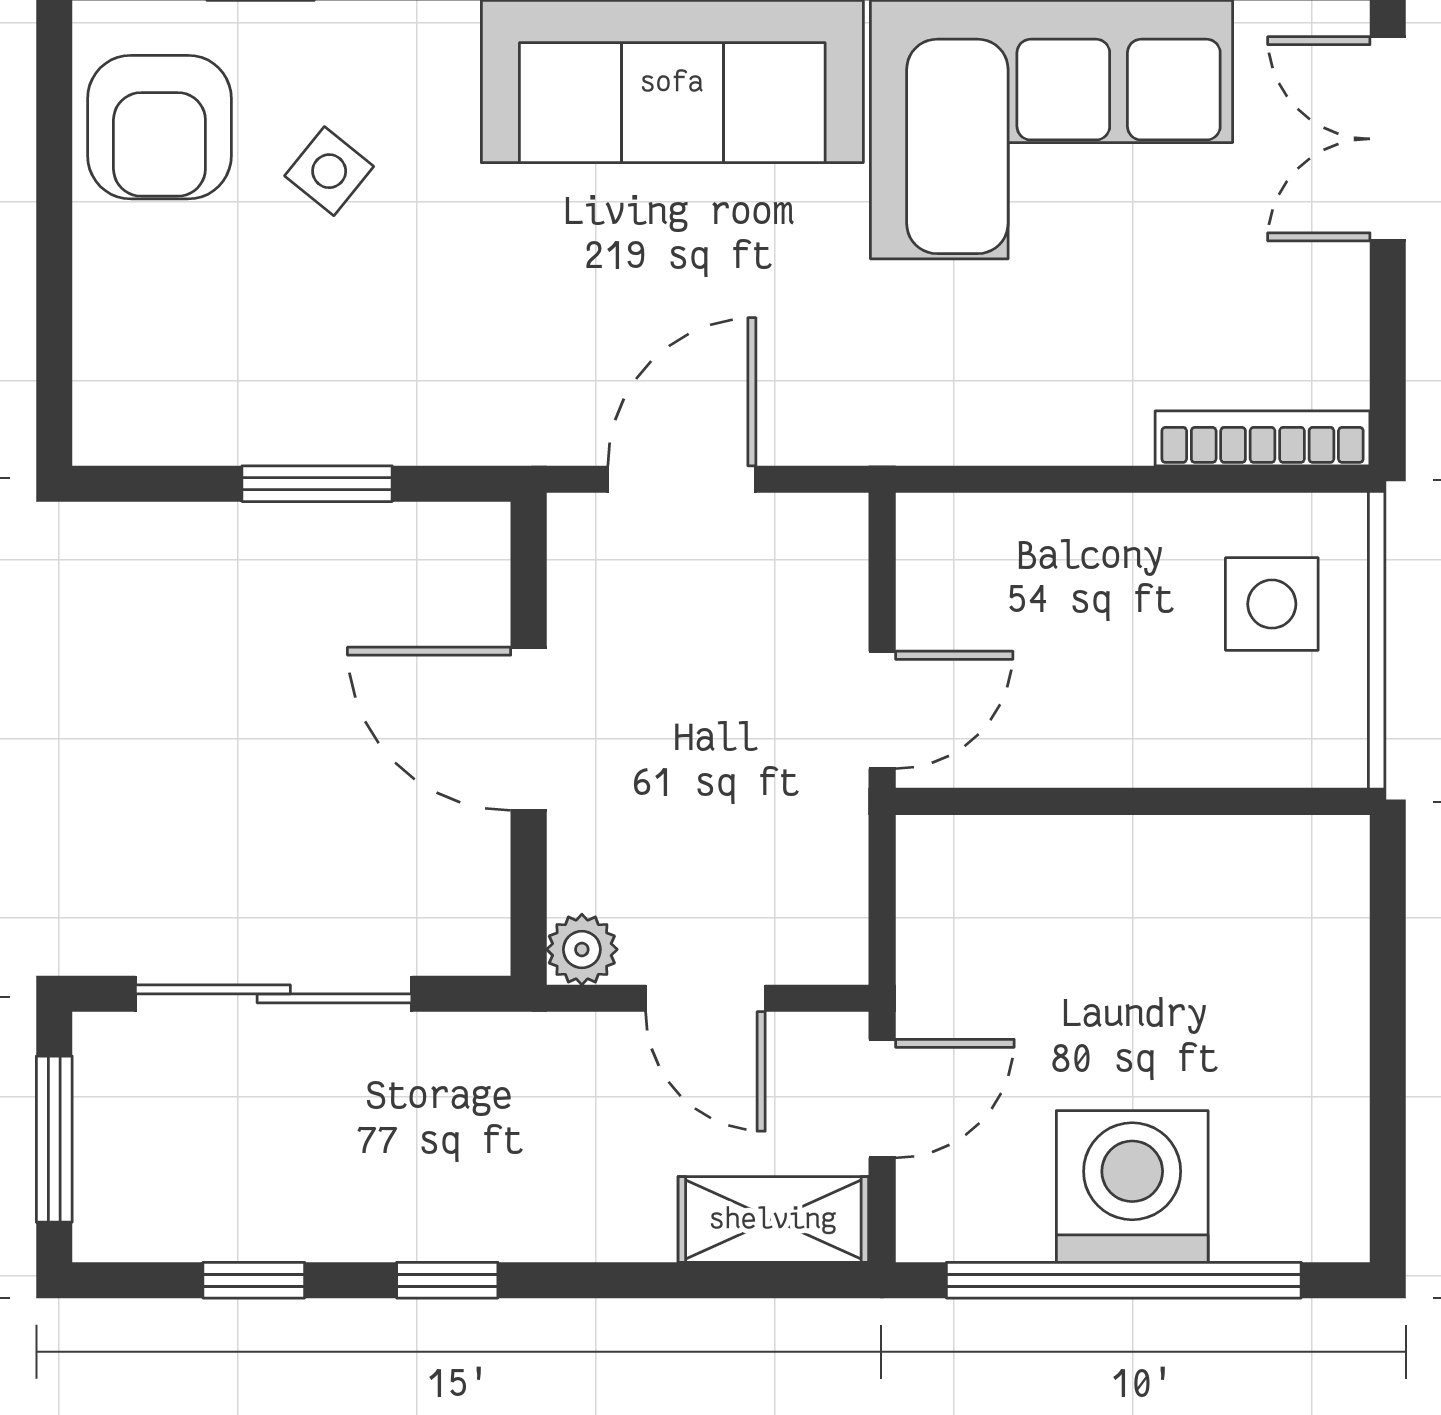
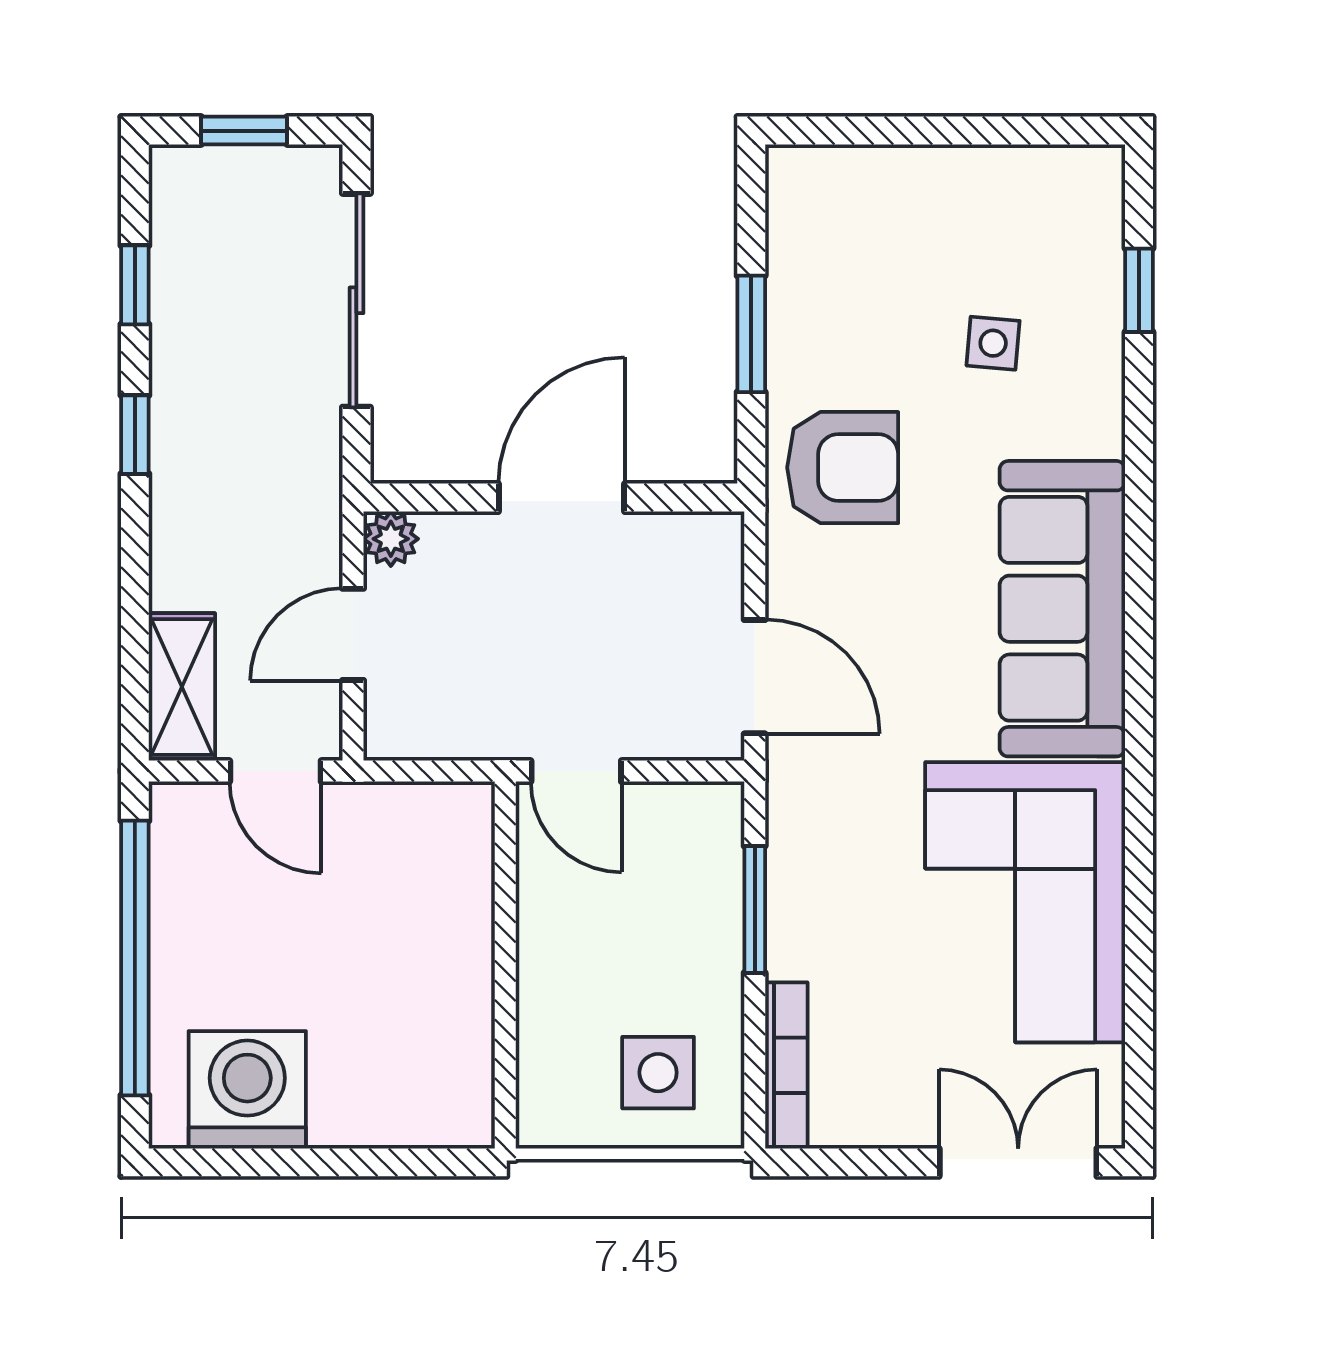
armchair: (159, 127) -> (843, 468), moved, turned 180
side table: (329, 171) -> (993, 343), turned -34
door: (682, 479) -> (755, 677), moved
window: (1061, 479) -> (755, 909), added
window: (54, 1139) -> (244, 131), width x0.67
washing machine: (1132, 1186) -> (247, 1090), moved, turned -90

